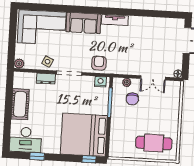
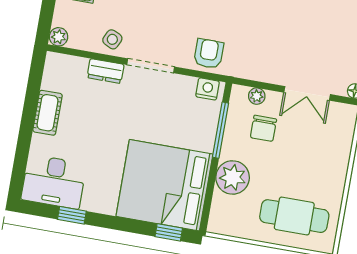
cot: (20, 104) -> (47, 113), width x0.73, depth x0.75
plant: (119, 127) -> (233, 177), added

